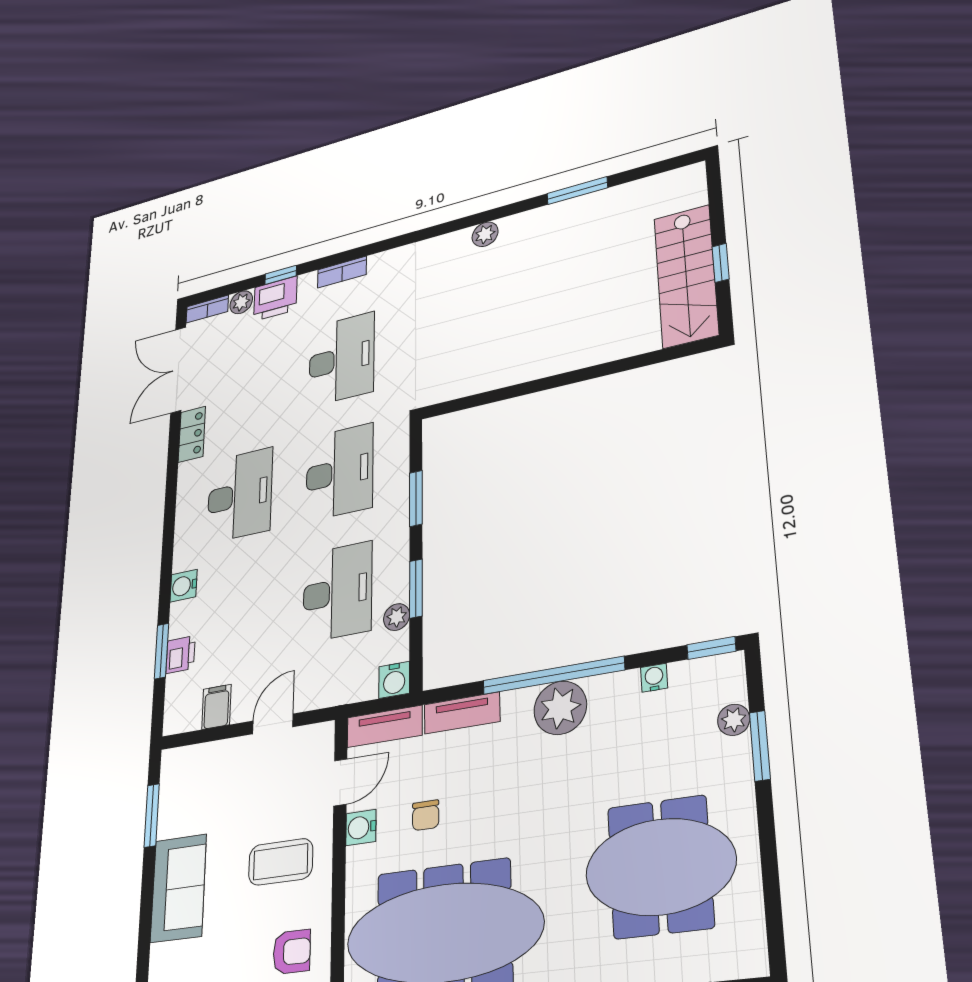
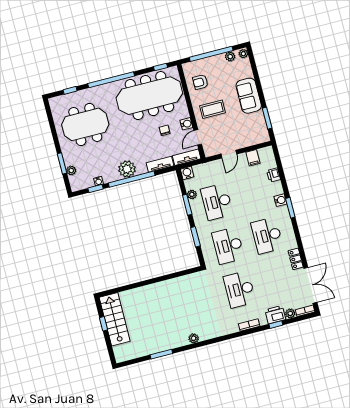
window: (711, 648) -> (96, 189), moved
window: (162, 651) -> (290, 208), moved

